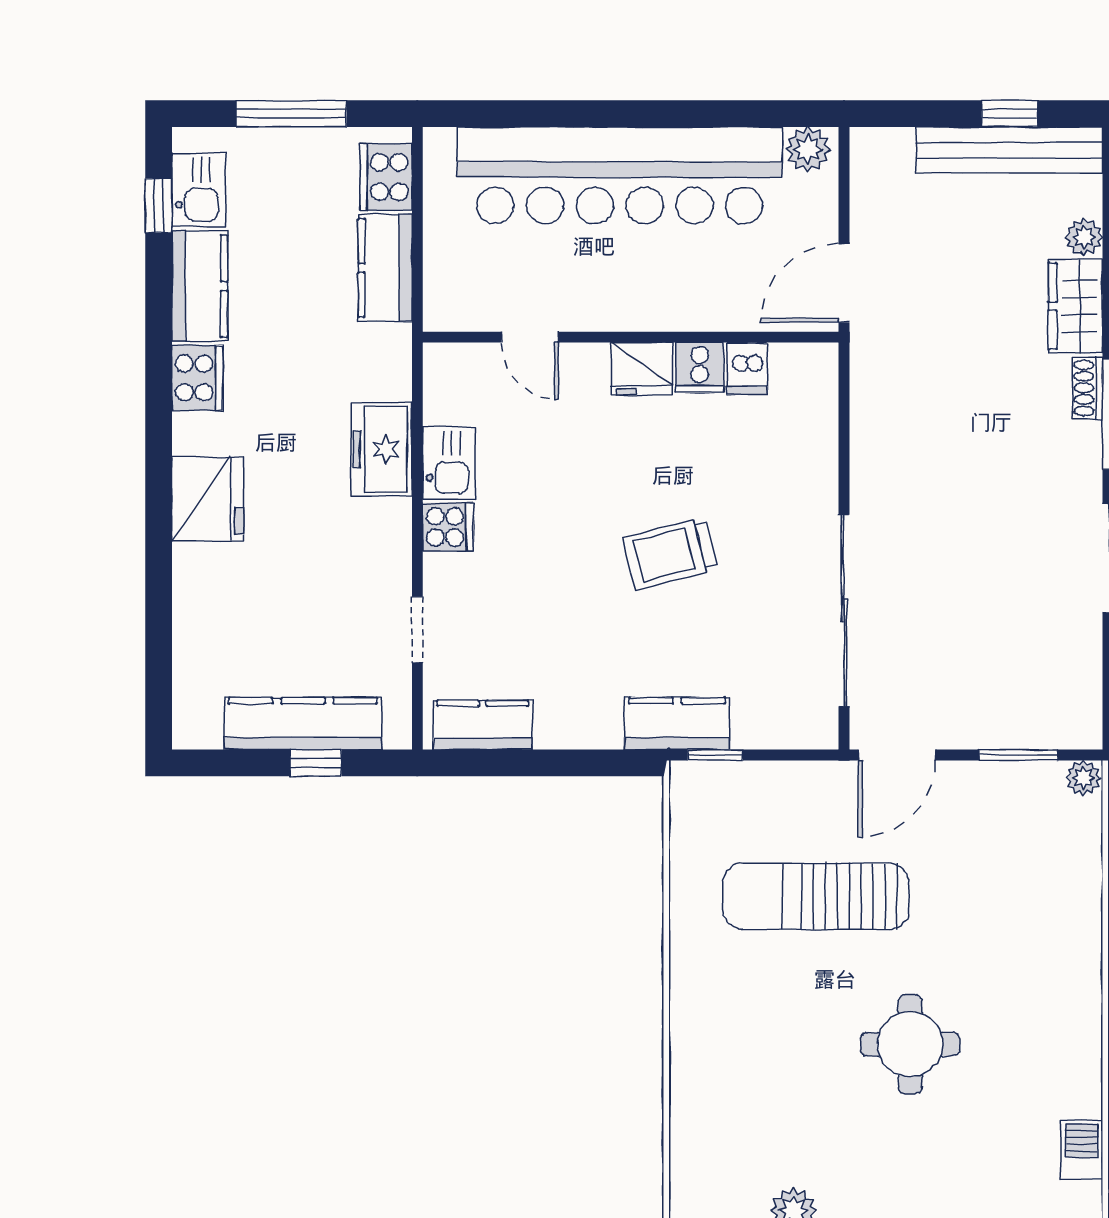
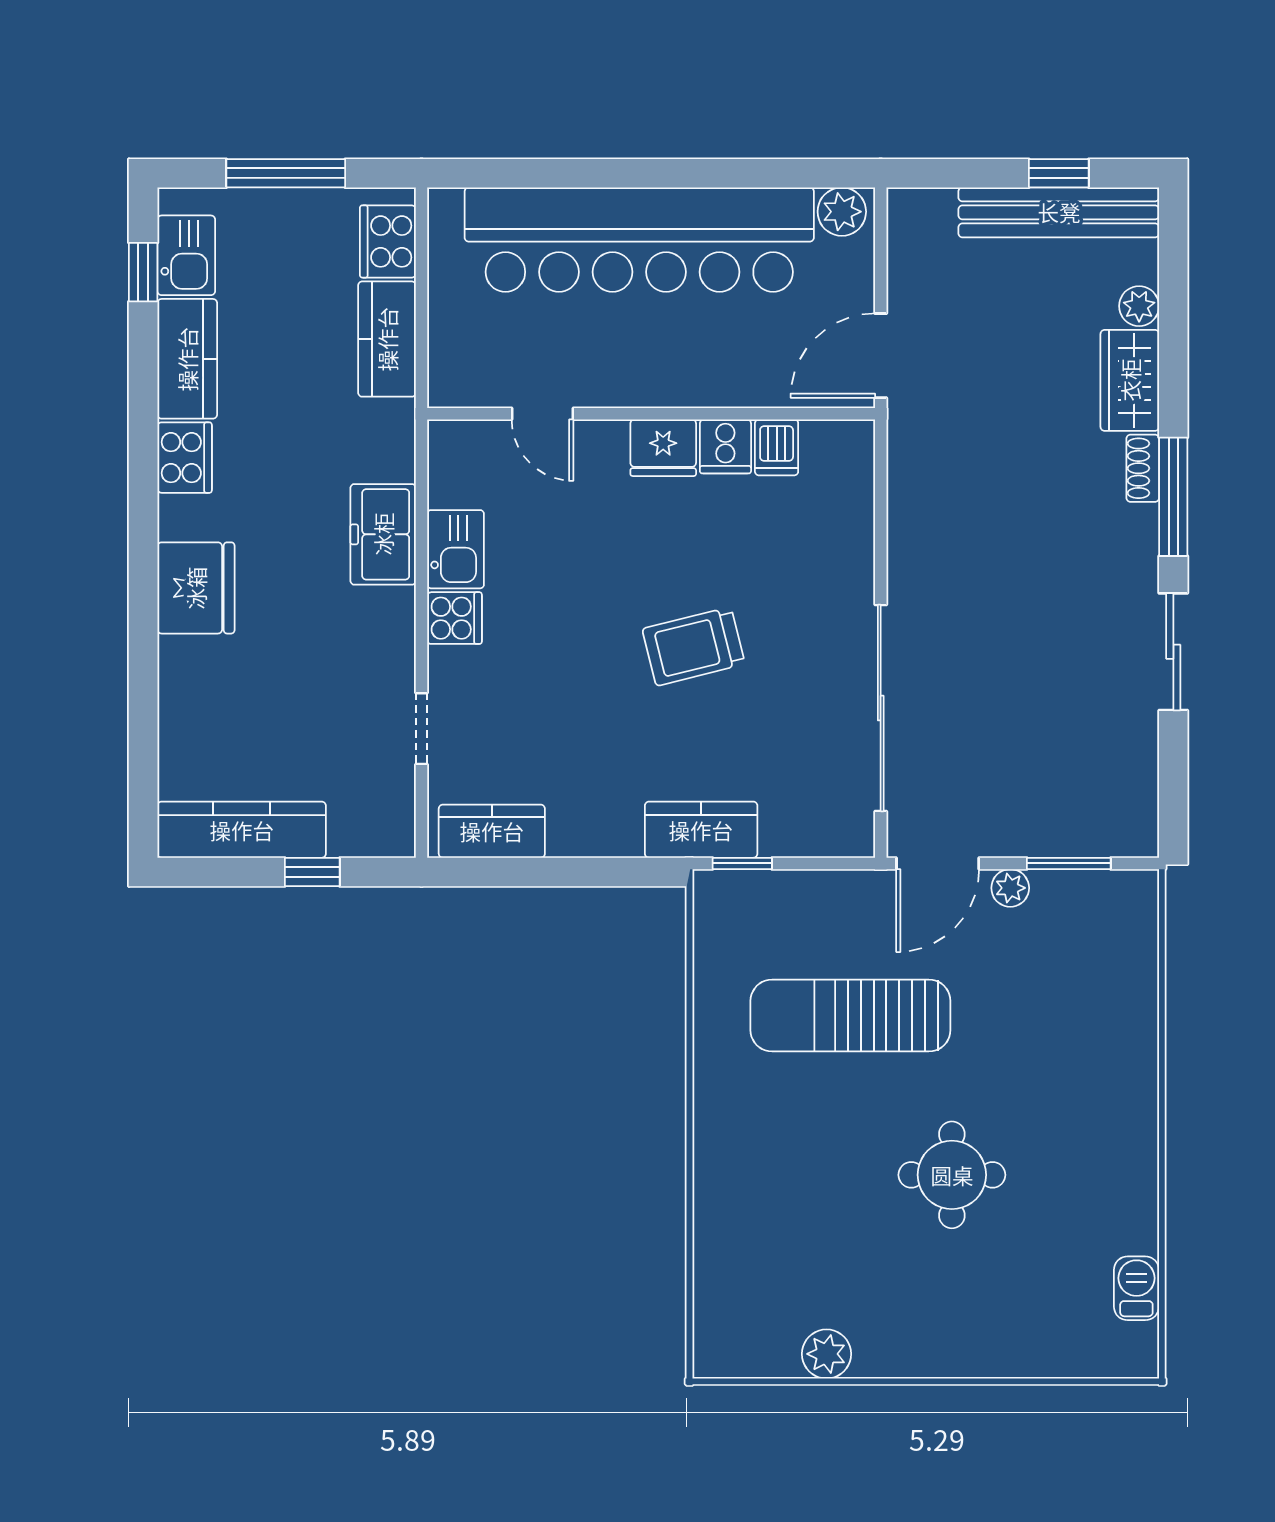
kitchen counter: (303, 724) -> (242, 830), moved
plant: (1083, 778) -> (1010, 888), moved

